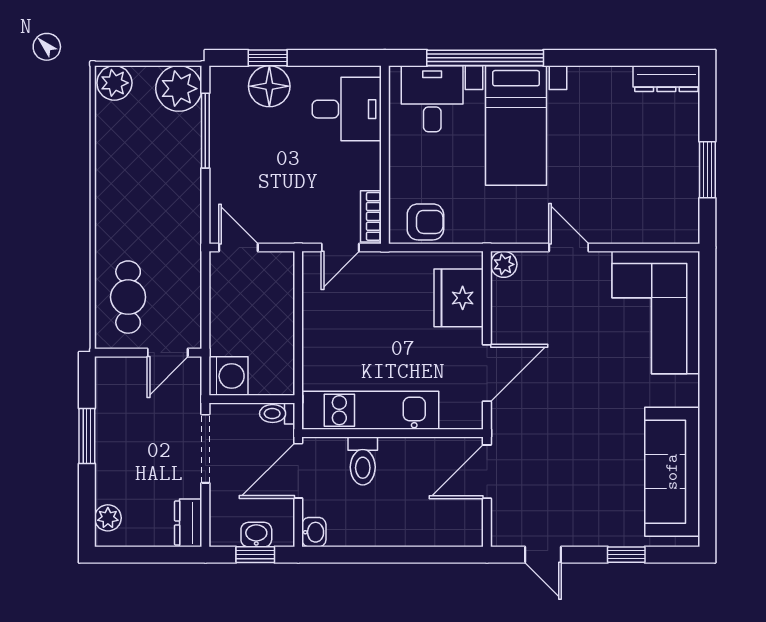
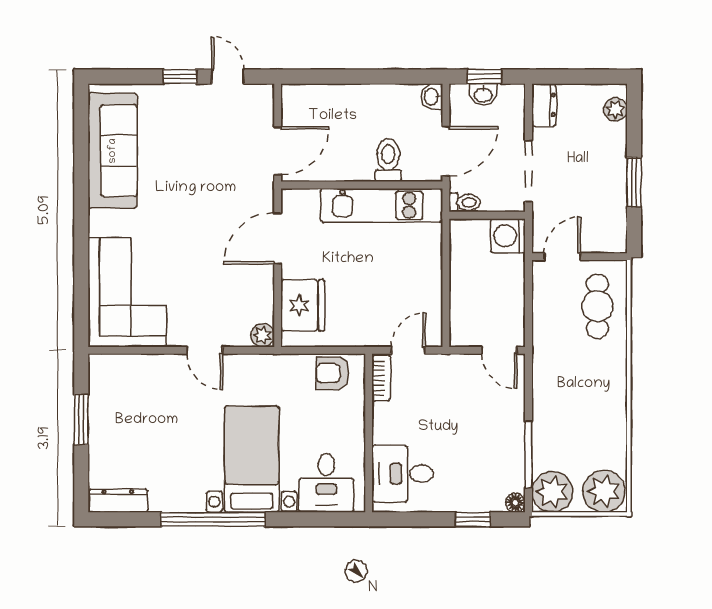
window: (485, 58) -> (213, 519), moved
plant: (114, 83) -> (604, 491), width x1.36, depth x1.36
floor lamp: (269, 86) -> (515, 503), moved, width x0.53, depth x0.53
window: (626, 555) -> (180, 77), moved

